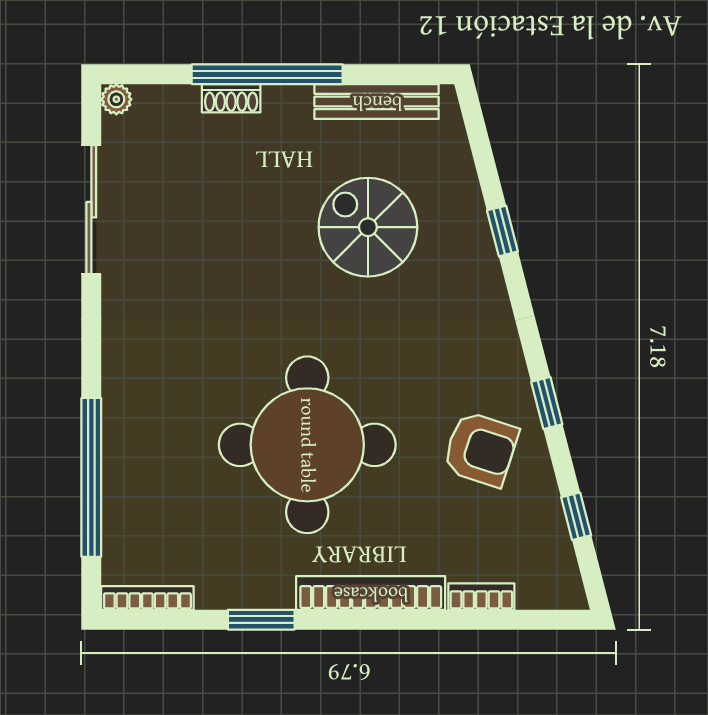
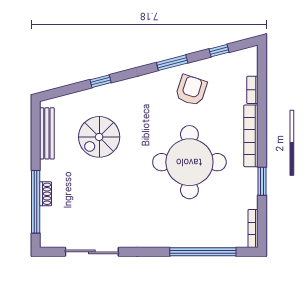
window: (267, 74) -> (36, 202), moved
plant: (116, 99) -> (46, 241), removed
window: (547, 403) -> (172, 63), width x1.50

